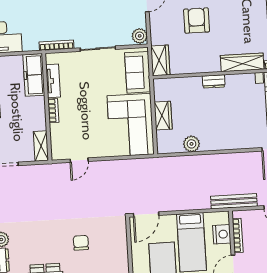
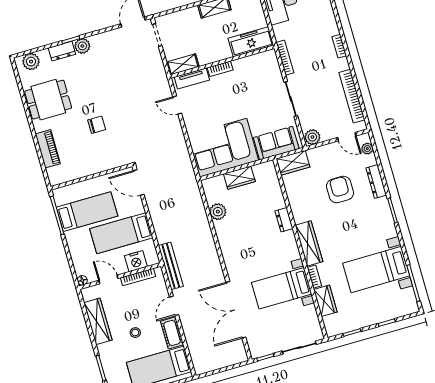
armchair: (197, 20) -> (340, 190), turned -90
tv unit: (53, 81) -> (192, 79), moved

